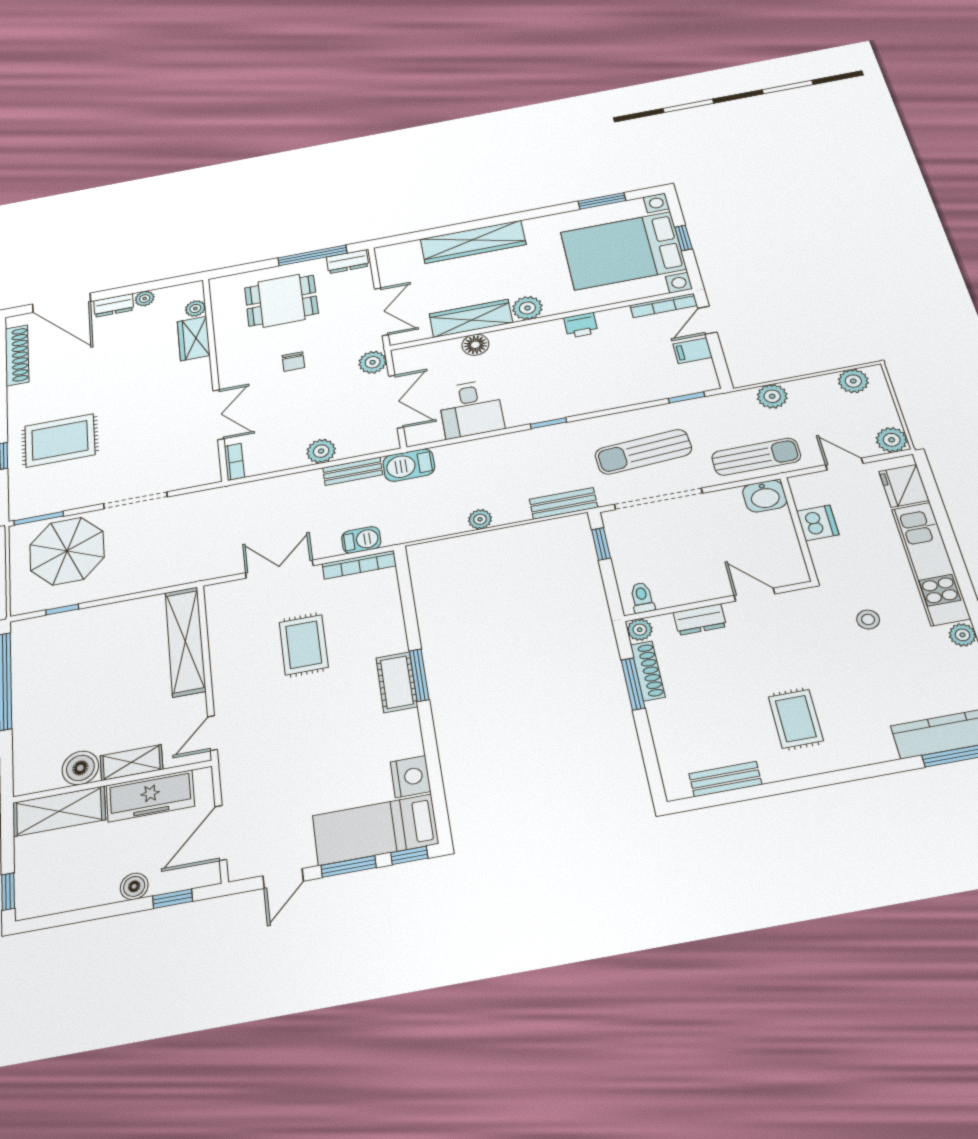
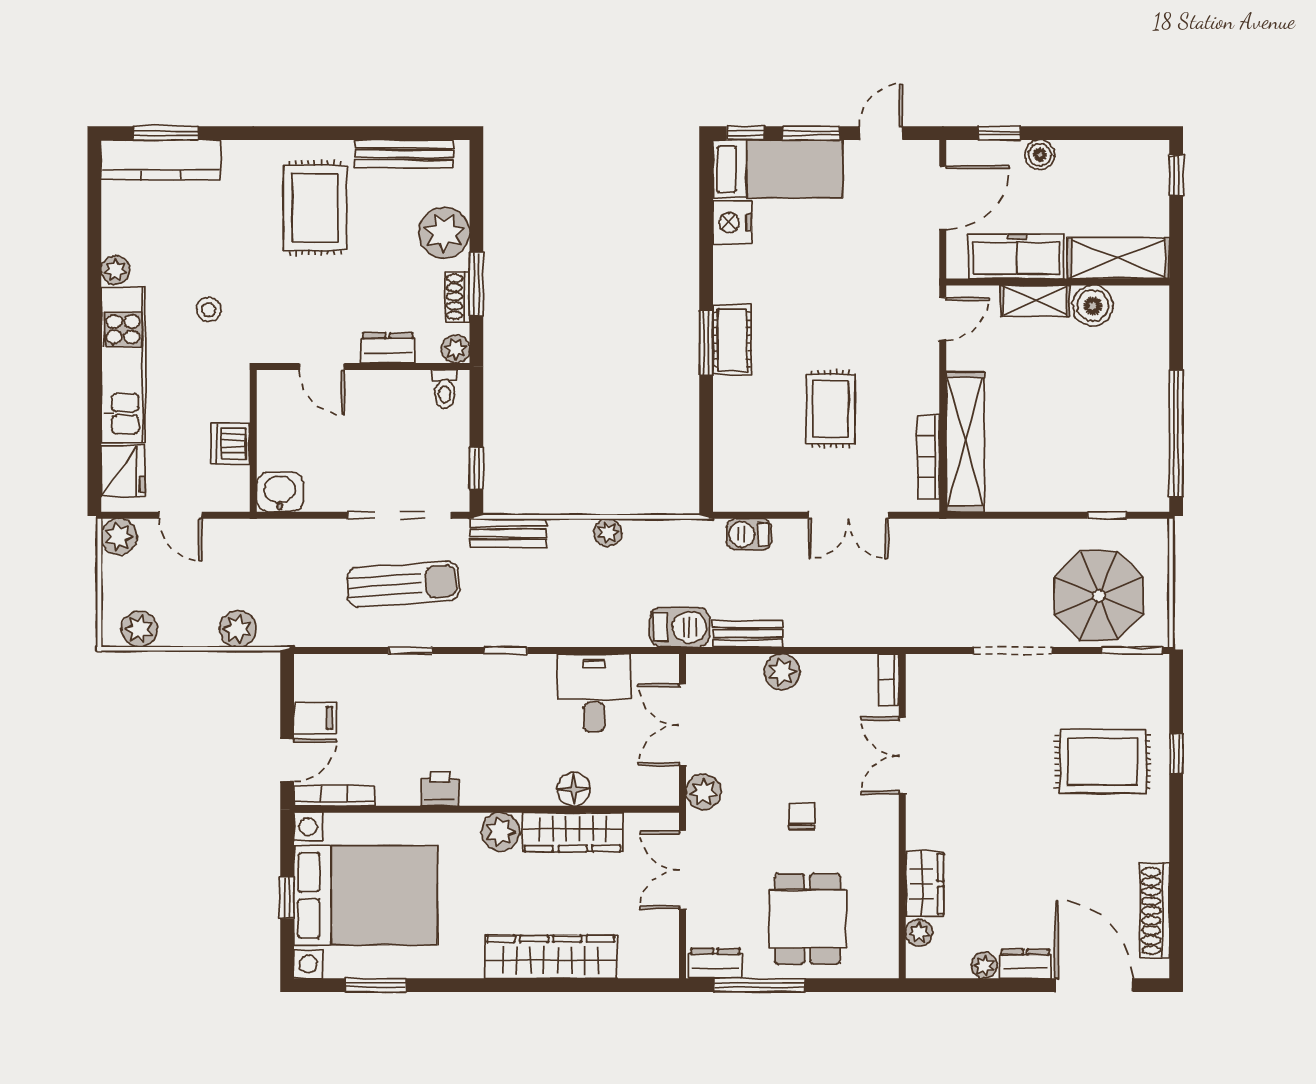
dining table: (281, 301) -> (807, 919), turned 90
window: (686, 397) -> (411, 650), moved
sun lounger: (756, 457) -> (277, 548), removed
bookcase: (359, 565) -> (929, 457), moved, turned -90
shoe rack: (648, 671) -> (457, 297), width x0.70
rug: (796, 719) -> (315, 208), width x1.36, depth x1.43
plant: (672, 720) -> (444, 233), added
bench: (725, 779) -> (404, 154), width x1.36

